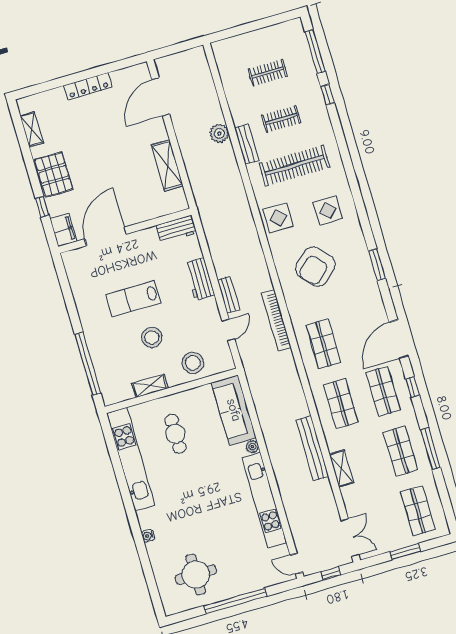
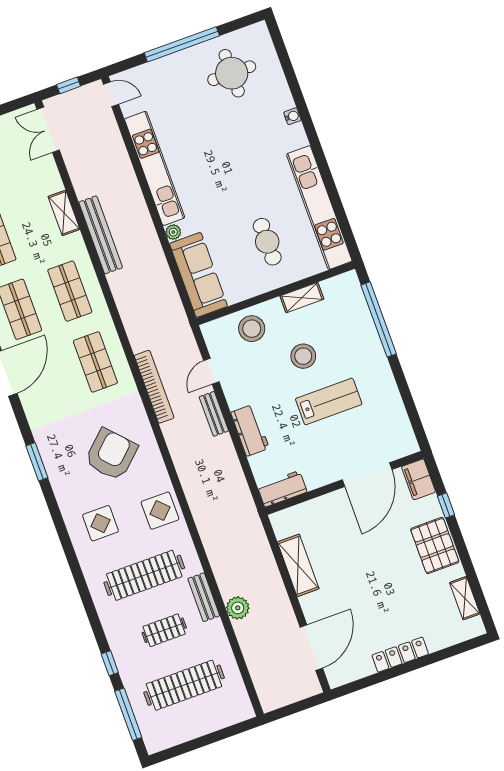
clothes rail: (268, 73) -> (184, 685), width x1.86, depth x1.31

